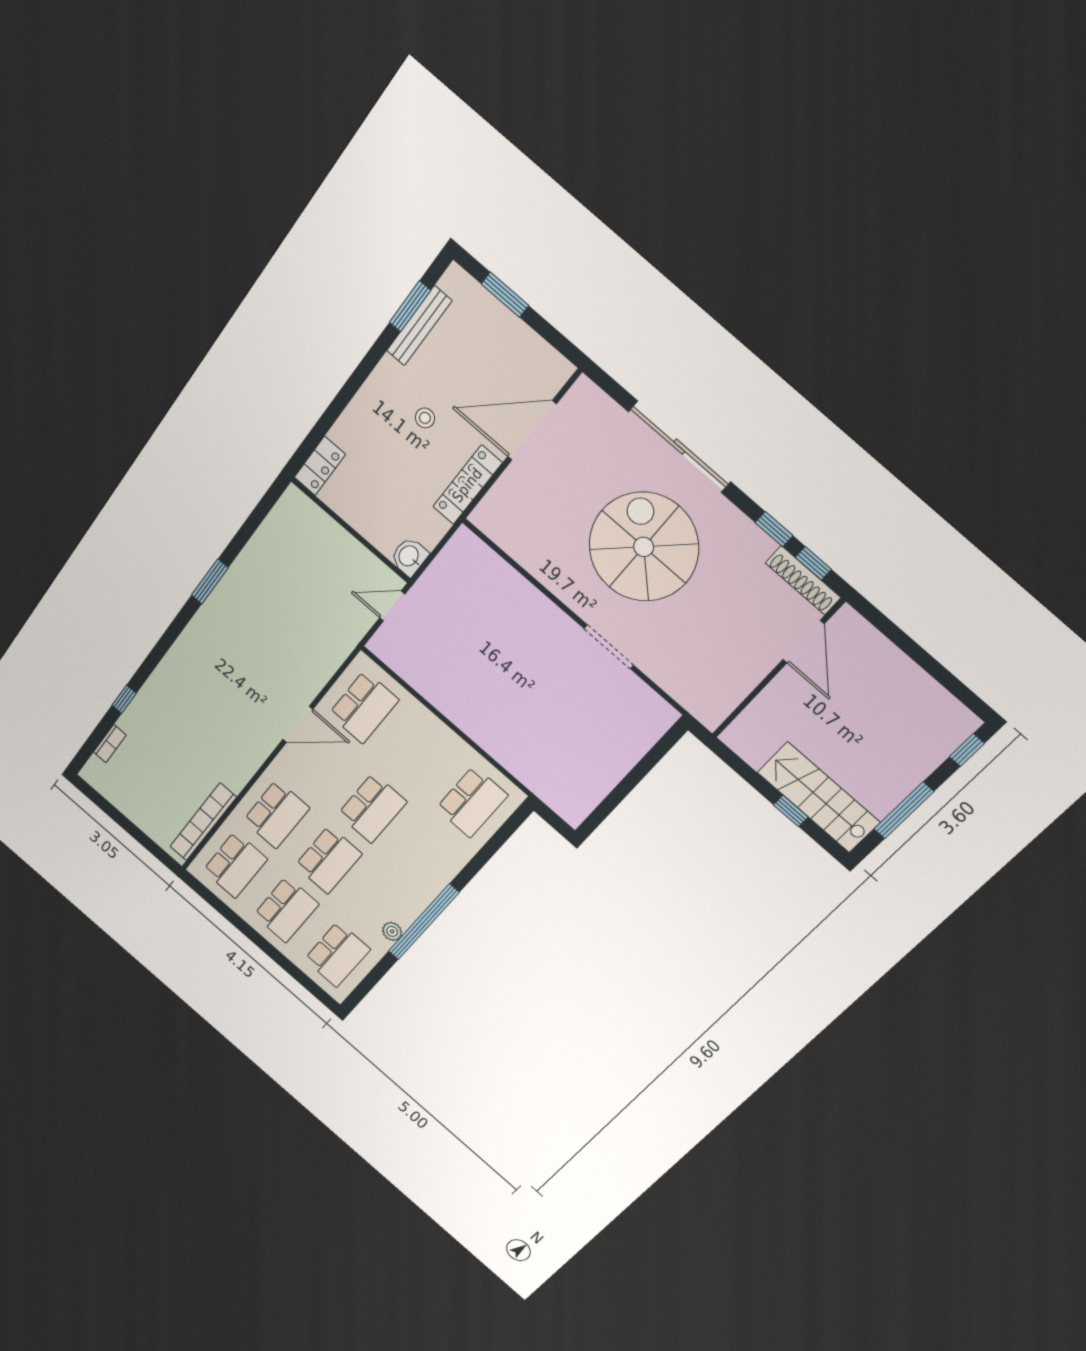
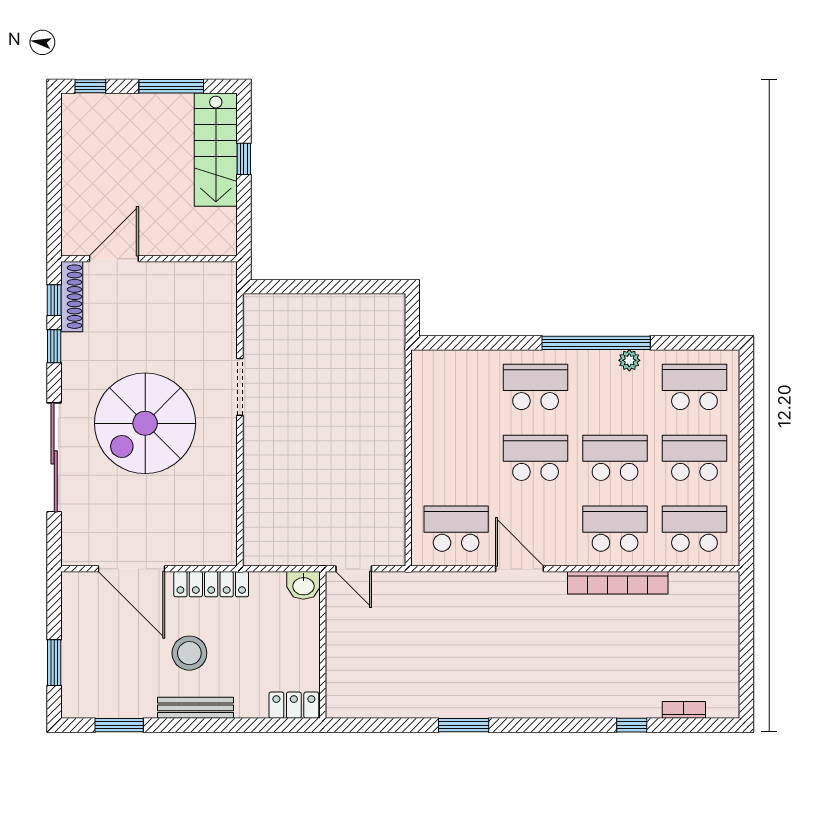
bench: (419, 326) -> (195, 708), moved
stool: (425, 418) -> (189, 653), width x1.89, depth x1.89
school desk: (472, 802) -> (536, 387), moved
bookcase: (203, 822) -> (618, 583), moved

